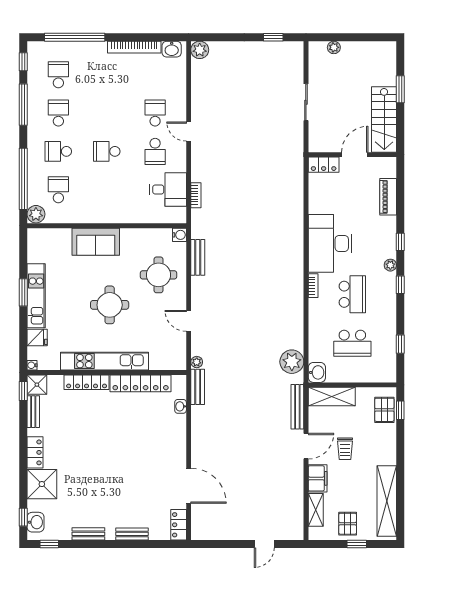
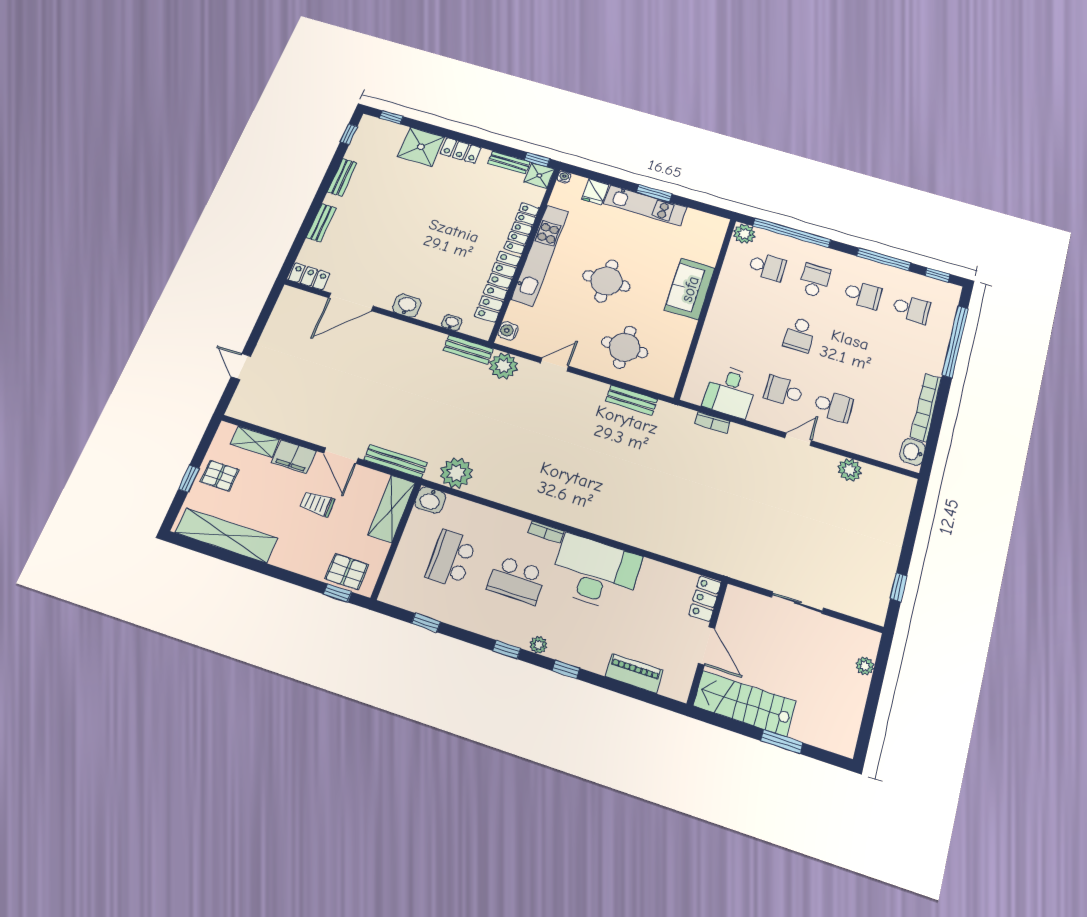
plant: (200, 50) -> (850, 470), moved
school desk: (107, 151) -> (799, 335), turned 180
water cooler: (179, 235) -> (508, 331), moved, turned 90
plant: (197, 362) -> (504, 366), width x1.88, depth x1.88
washbasin: (36, 522) -> (407, 305), moved, turned 180

